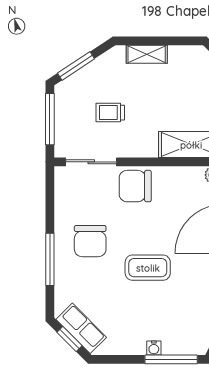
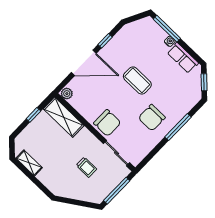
shelving: (147, 54) -> (29, 163), moved
window: (76, 66) -> (82, 203), removed
chair: (90, 241) -> (152, 118), turned 180
row of seats: (81, 328) -> (183, 58), moved, turned -45

